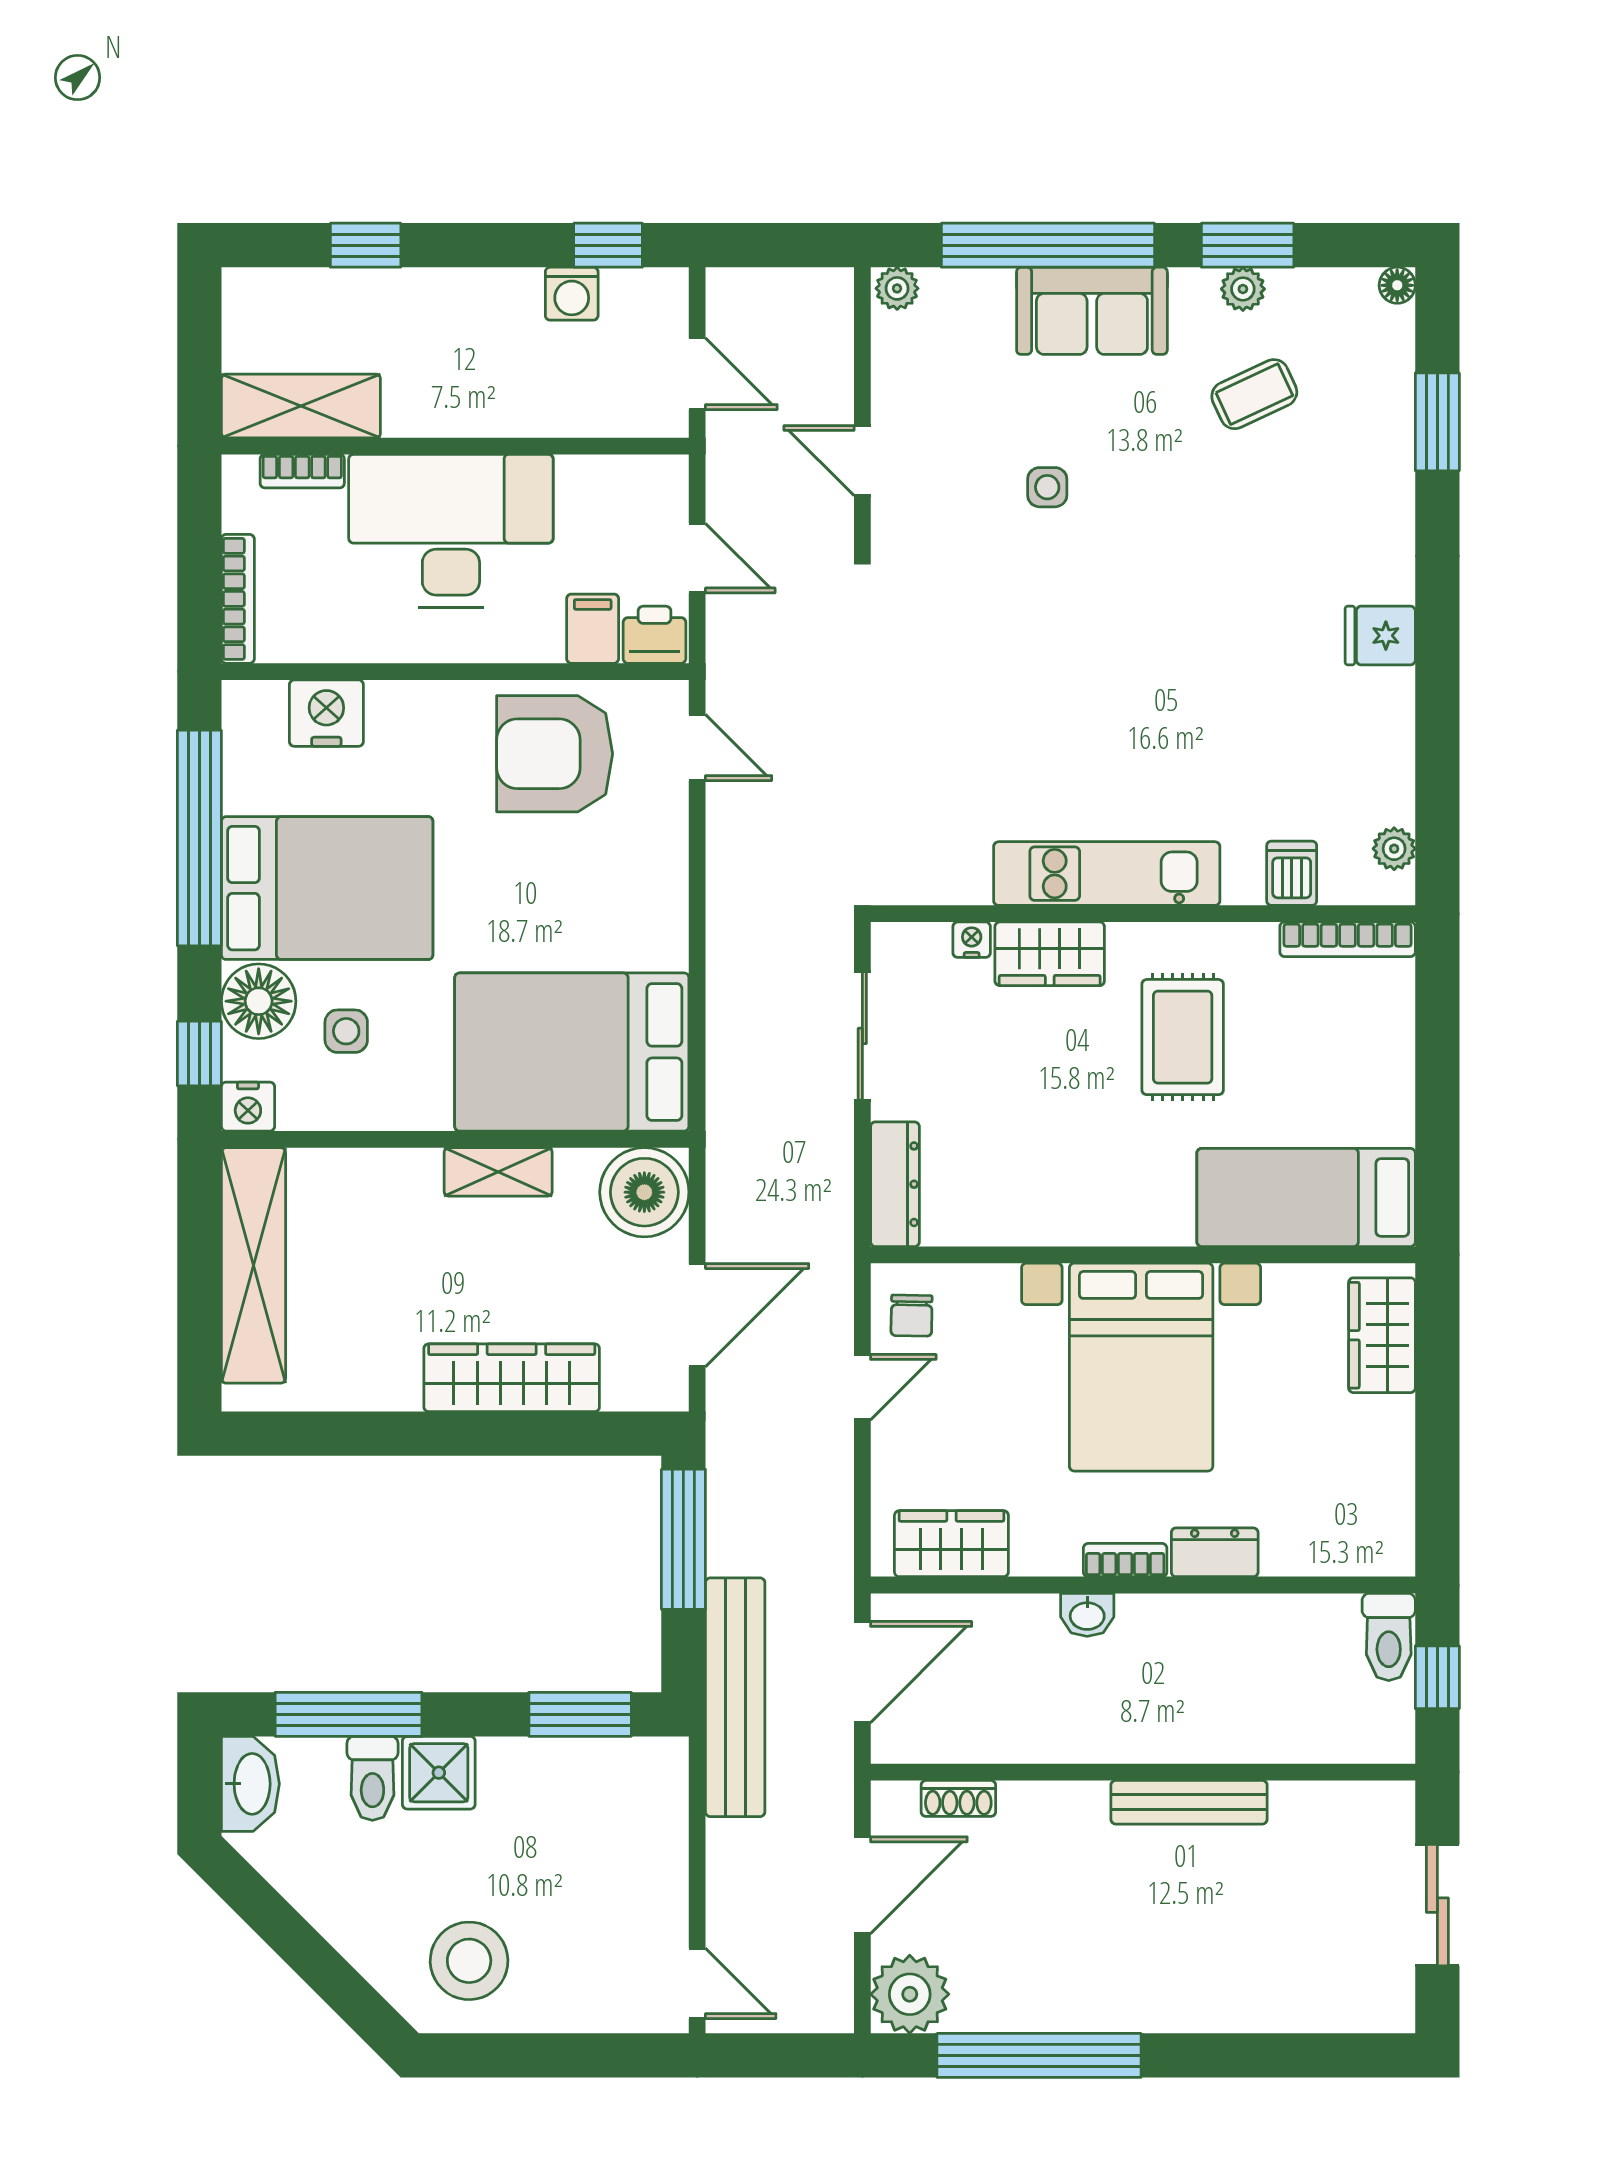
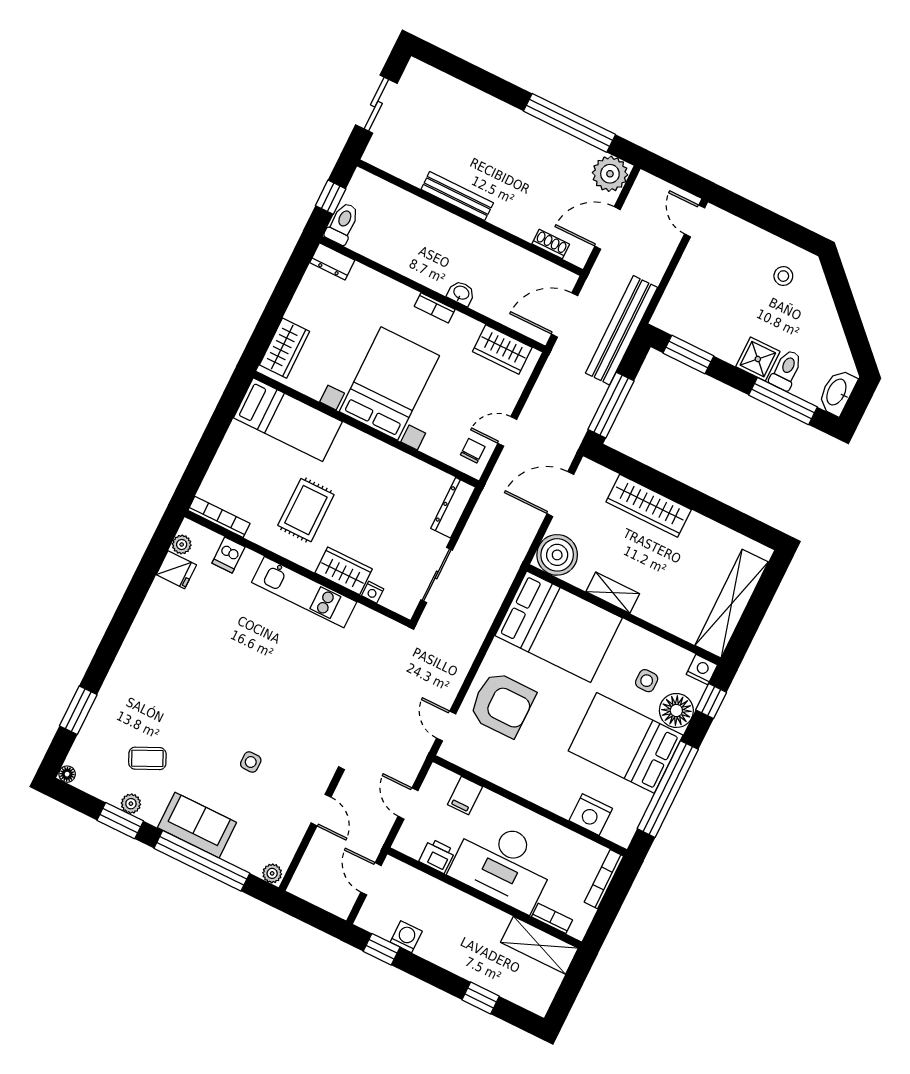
printer: (655, 635) -> (437, 856), moved, turned 180
fridge: (1380, 636) -> (176, 570), moved
armchair: (555, 754) -> (502, 704), moved
dresser: (1215, 1552) -> (332, 261), moved
stool: (469, 1961) -> (783, 276), width x0.53, depth x0.53

